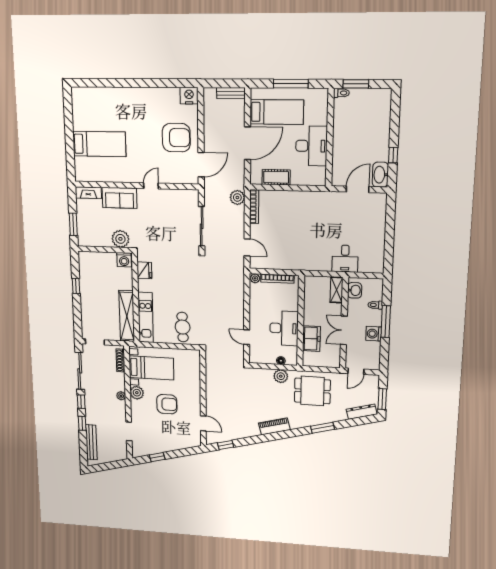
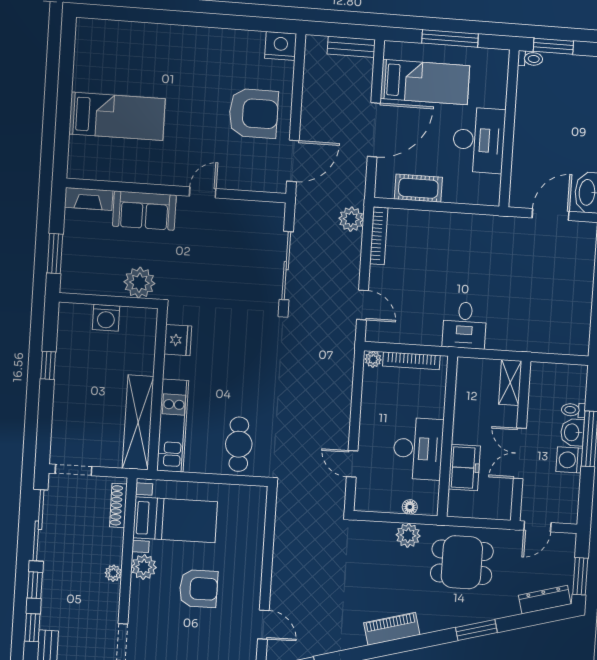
desk: (345, 259) -> (464, 325), moved
washing machine: (124, 260) -> (106, 318), moved
washbasin: (355, 290) -> (572, 432), moved, turned 180

